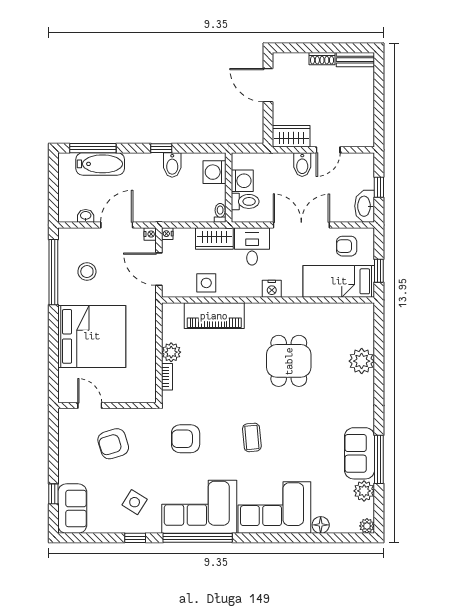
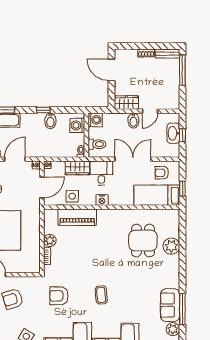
window: (379, 85) -> (182, 70), added
washing machine: (242, 181) -> (95, 120), moved
washbasin: (365, 206) -> (173, 133), moved
door: (159, 269) -> (42, 187), swing flipped
nightstand: (272, 289) -> (102, 200), moved
dining table: (289, 361) -> (143, 241), moved

